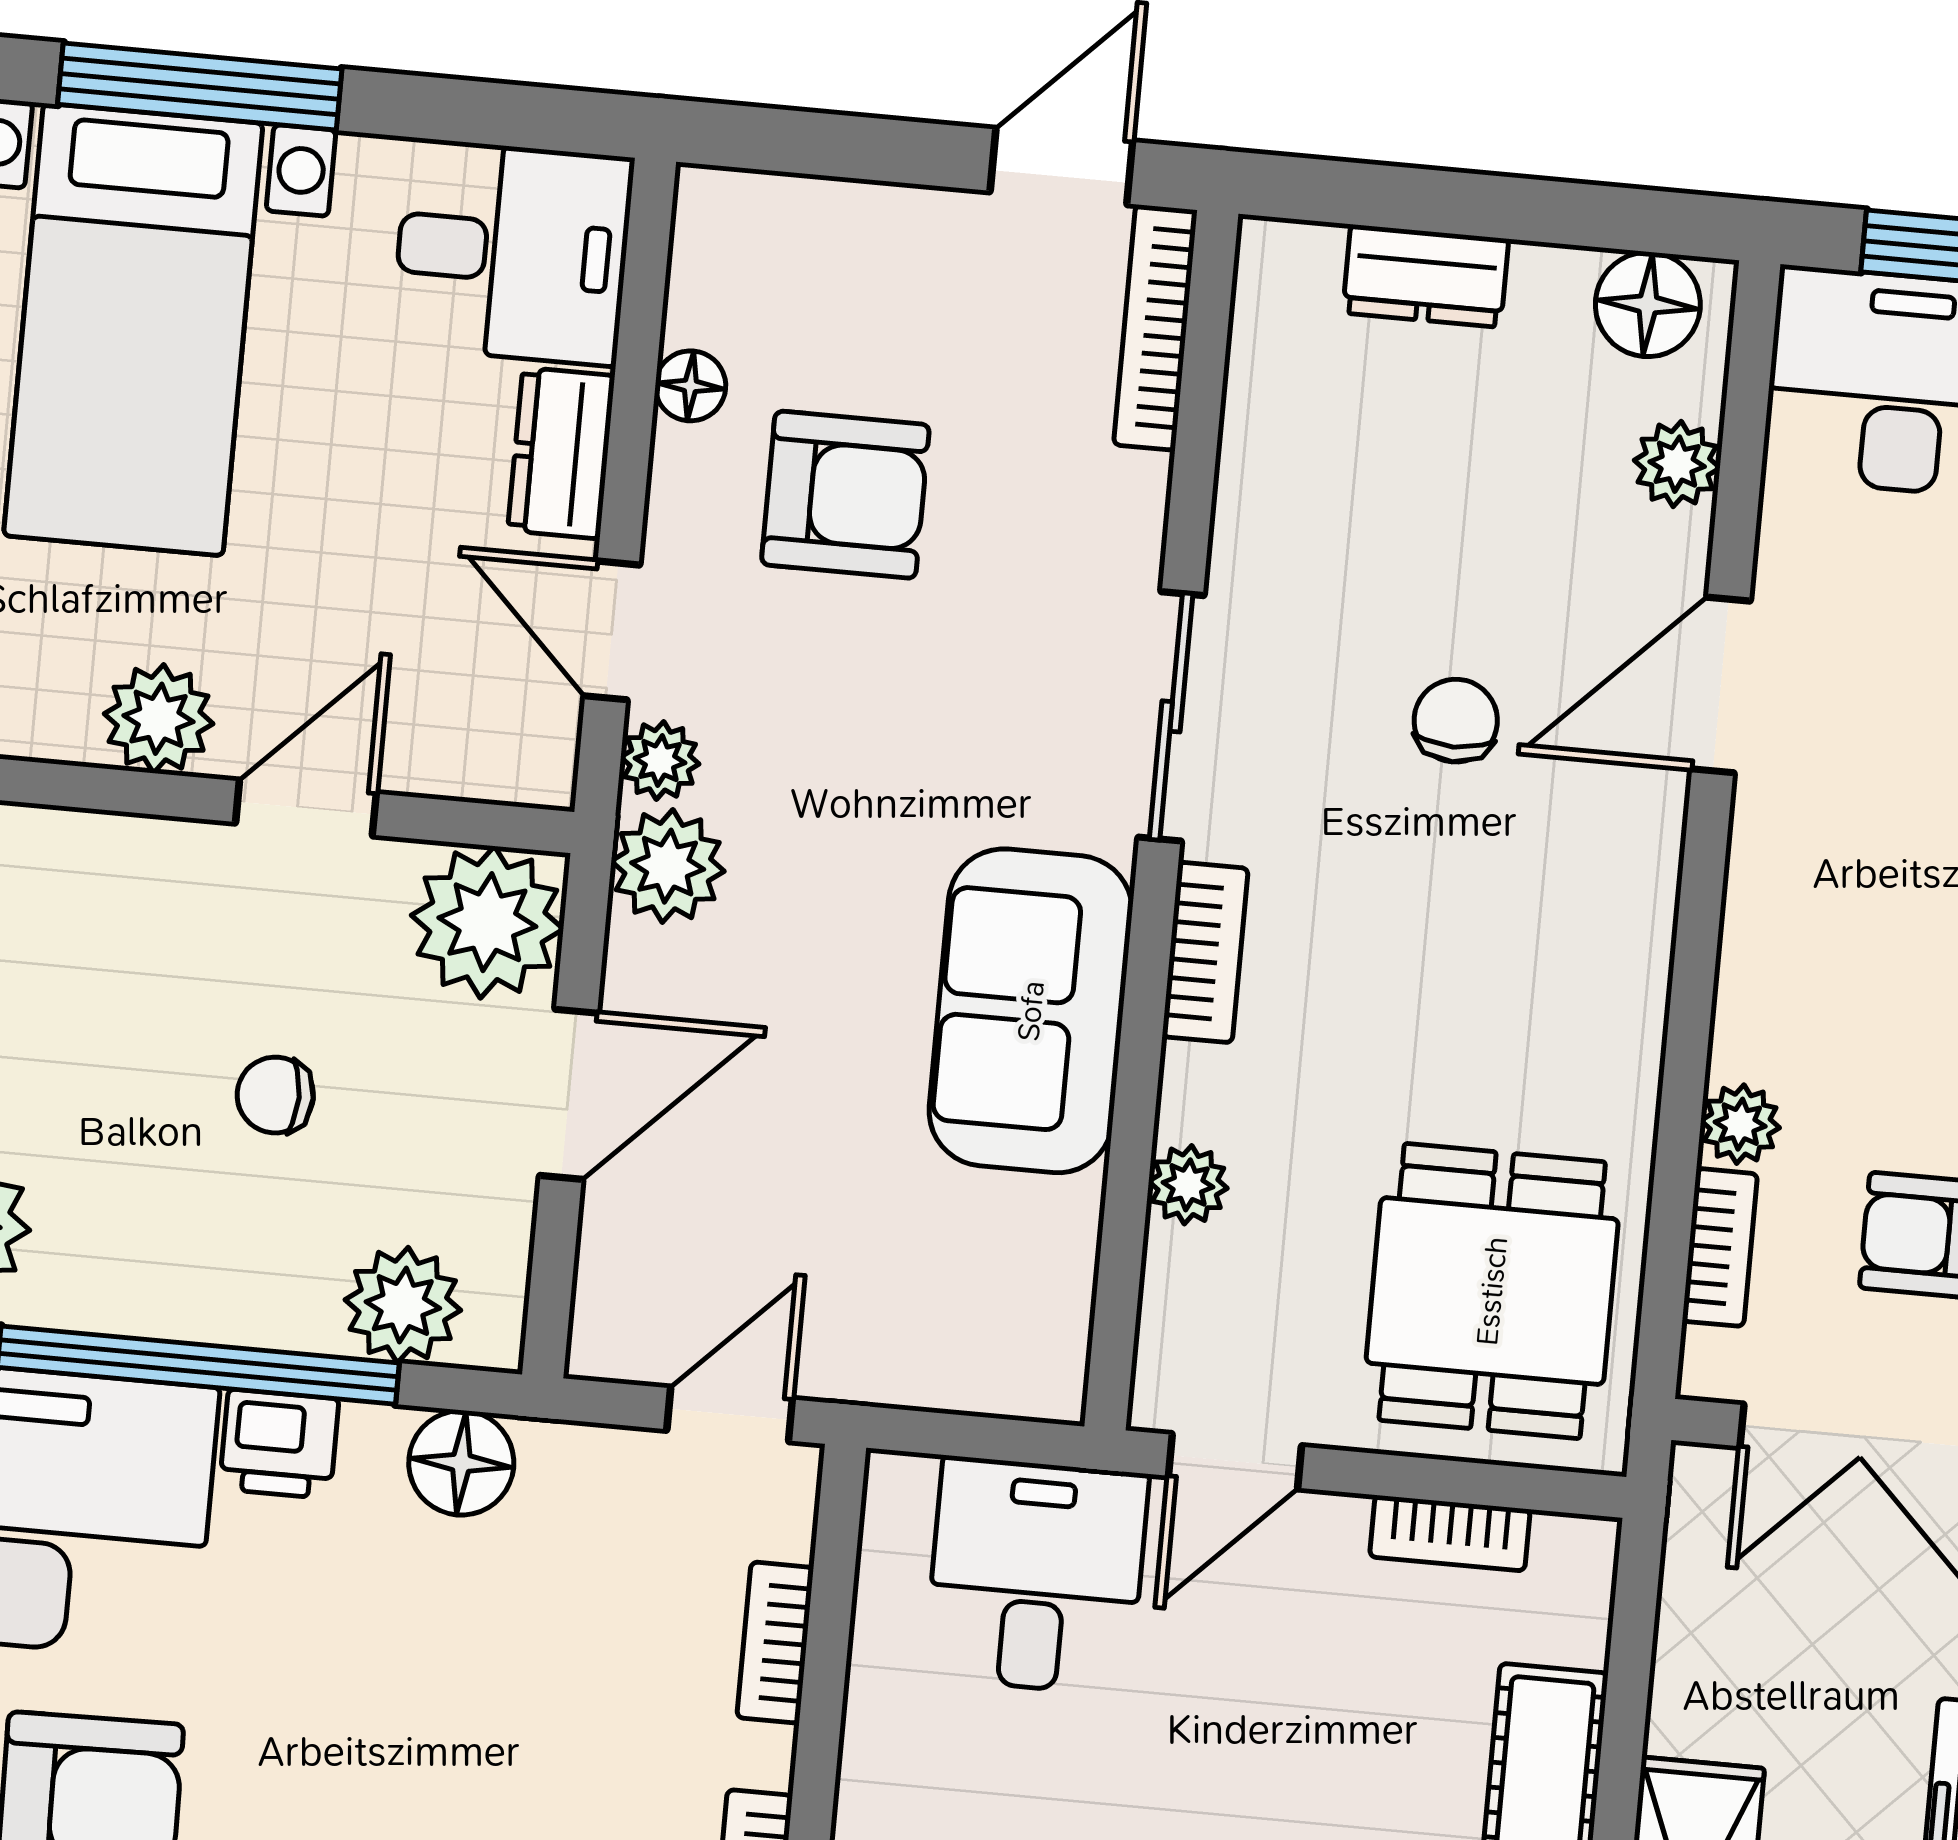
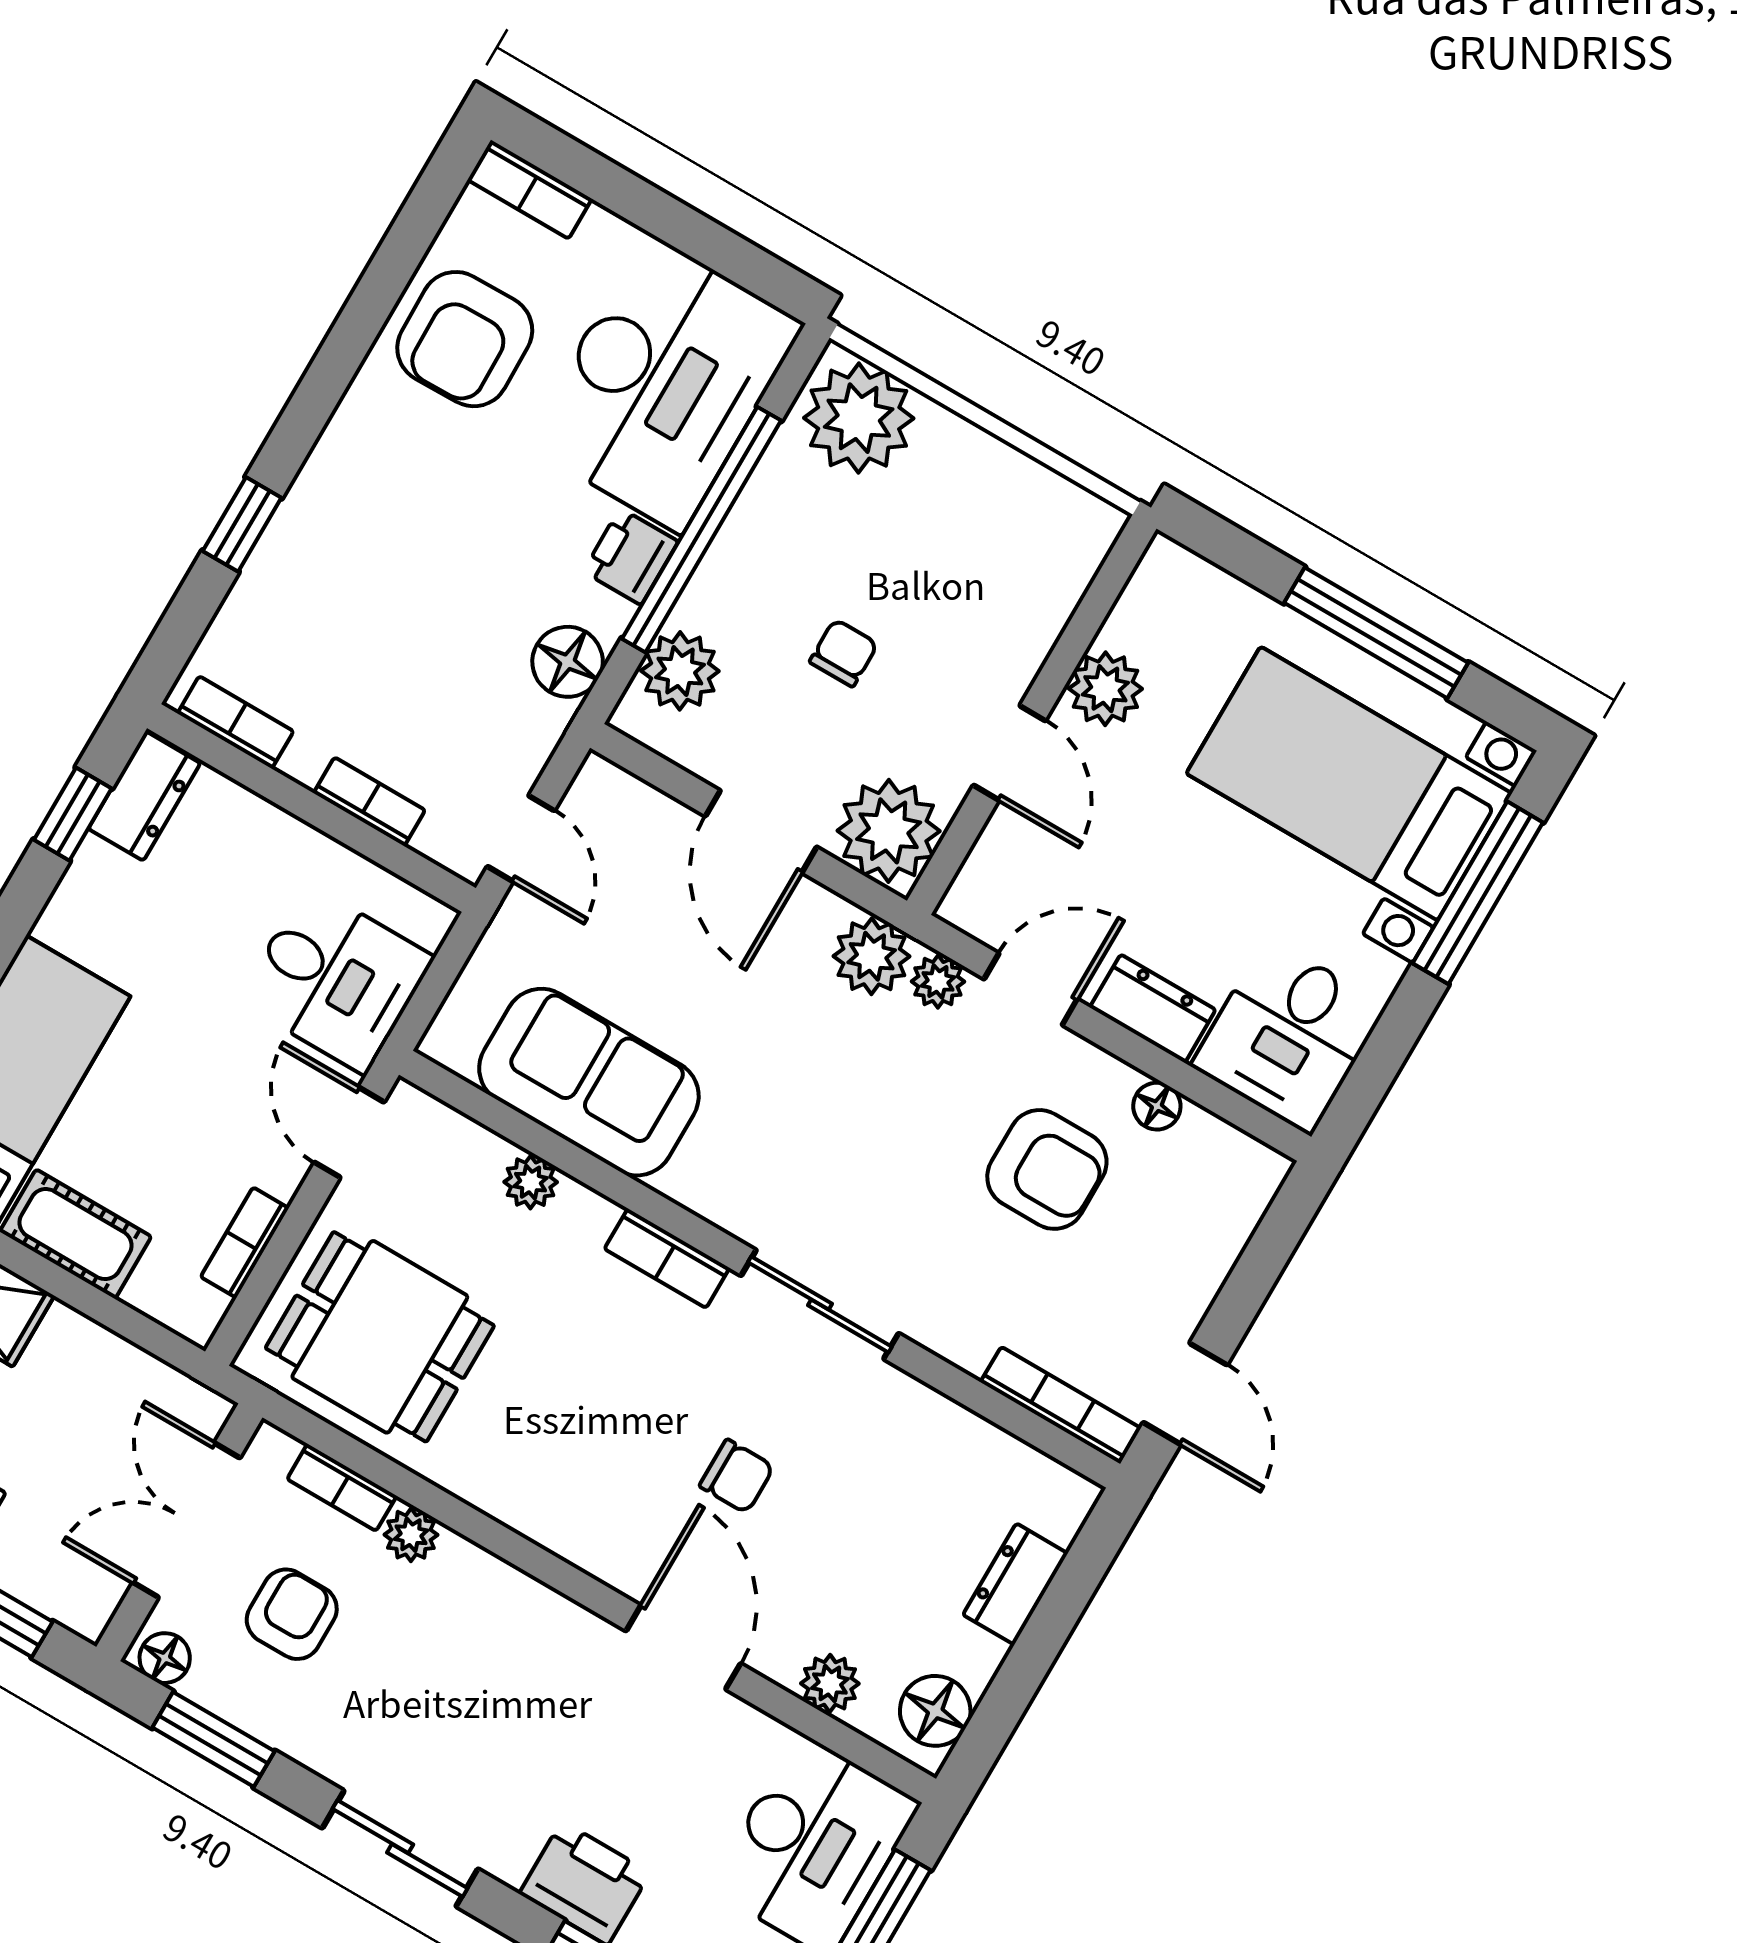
armchair: (845, 495) -> (1047, 1169), turned -90
sofa: (1031, 1011) -> (589, 1082), moved

